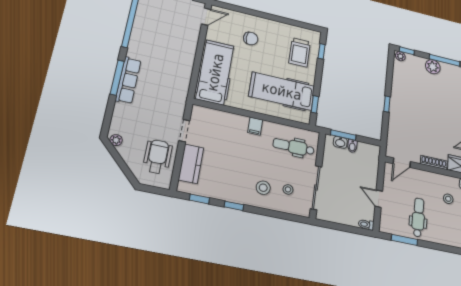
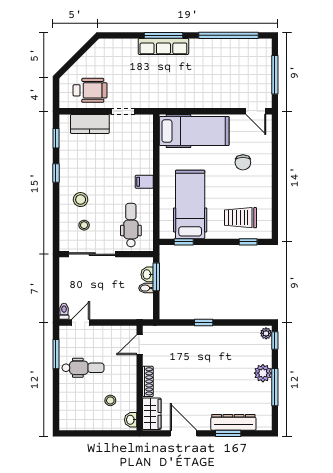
plant: (116, 140) -> (98, 48), removed
door: (402, 163) -> (140, 345), hinge flipped
door: (379, 199) -> (81, 322), moved

